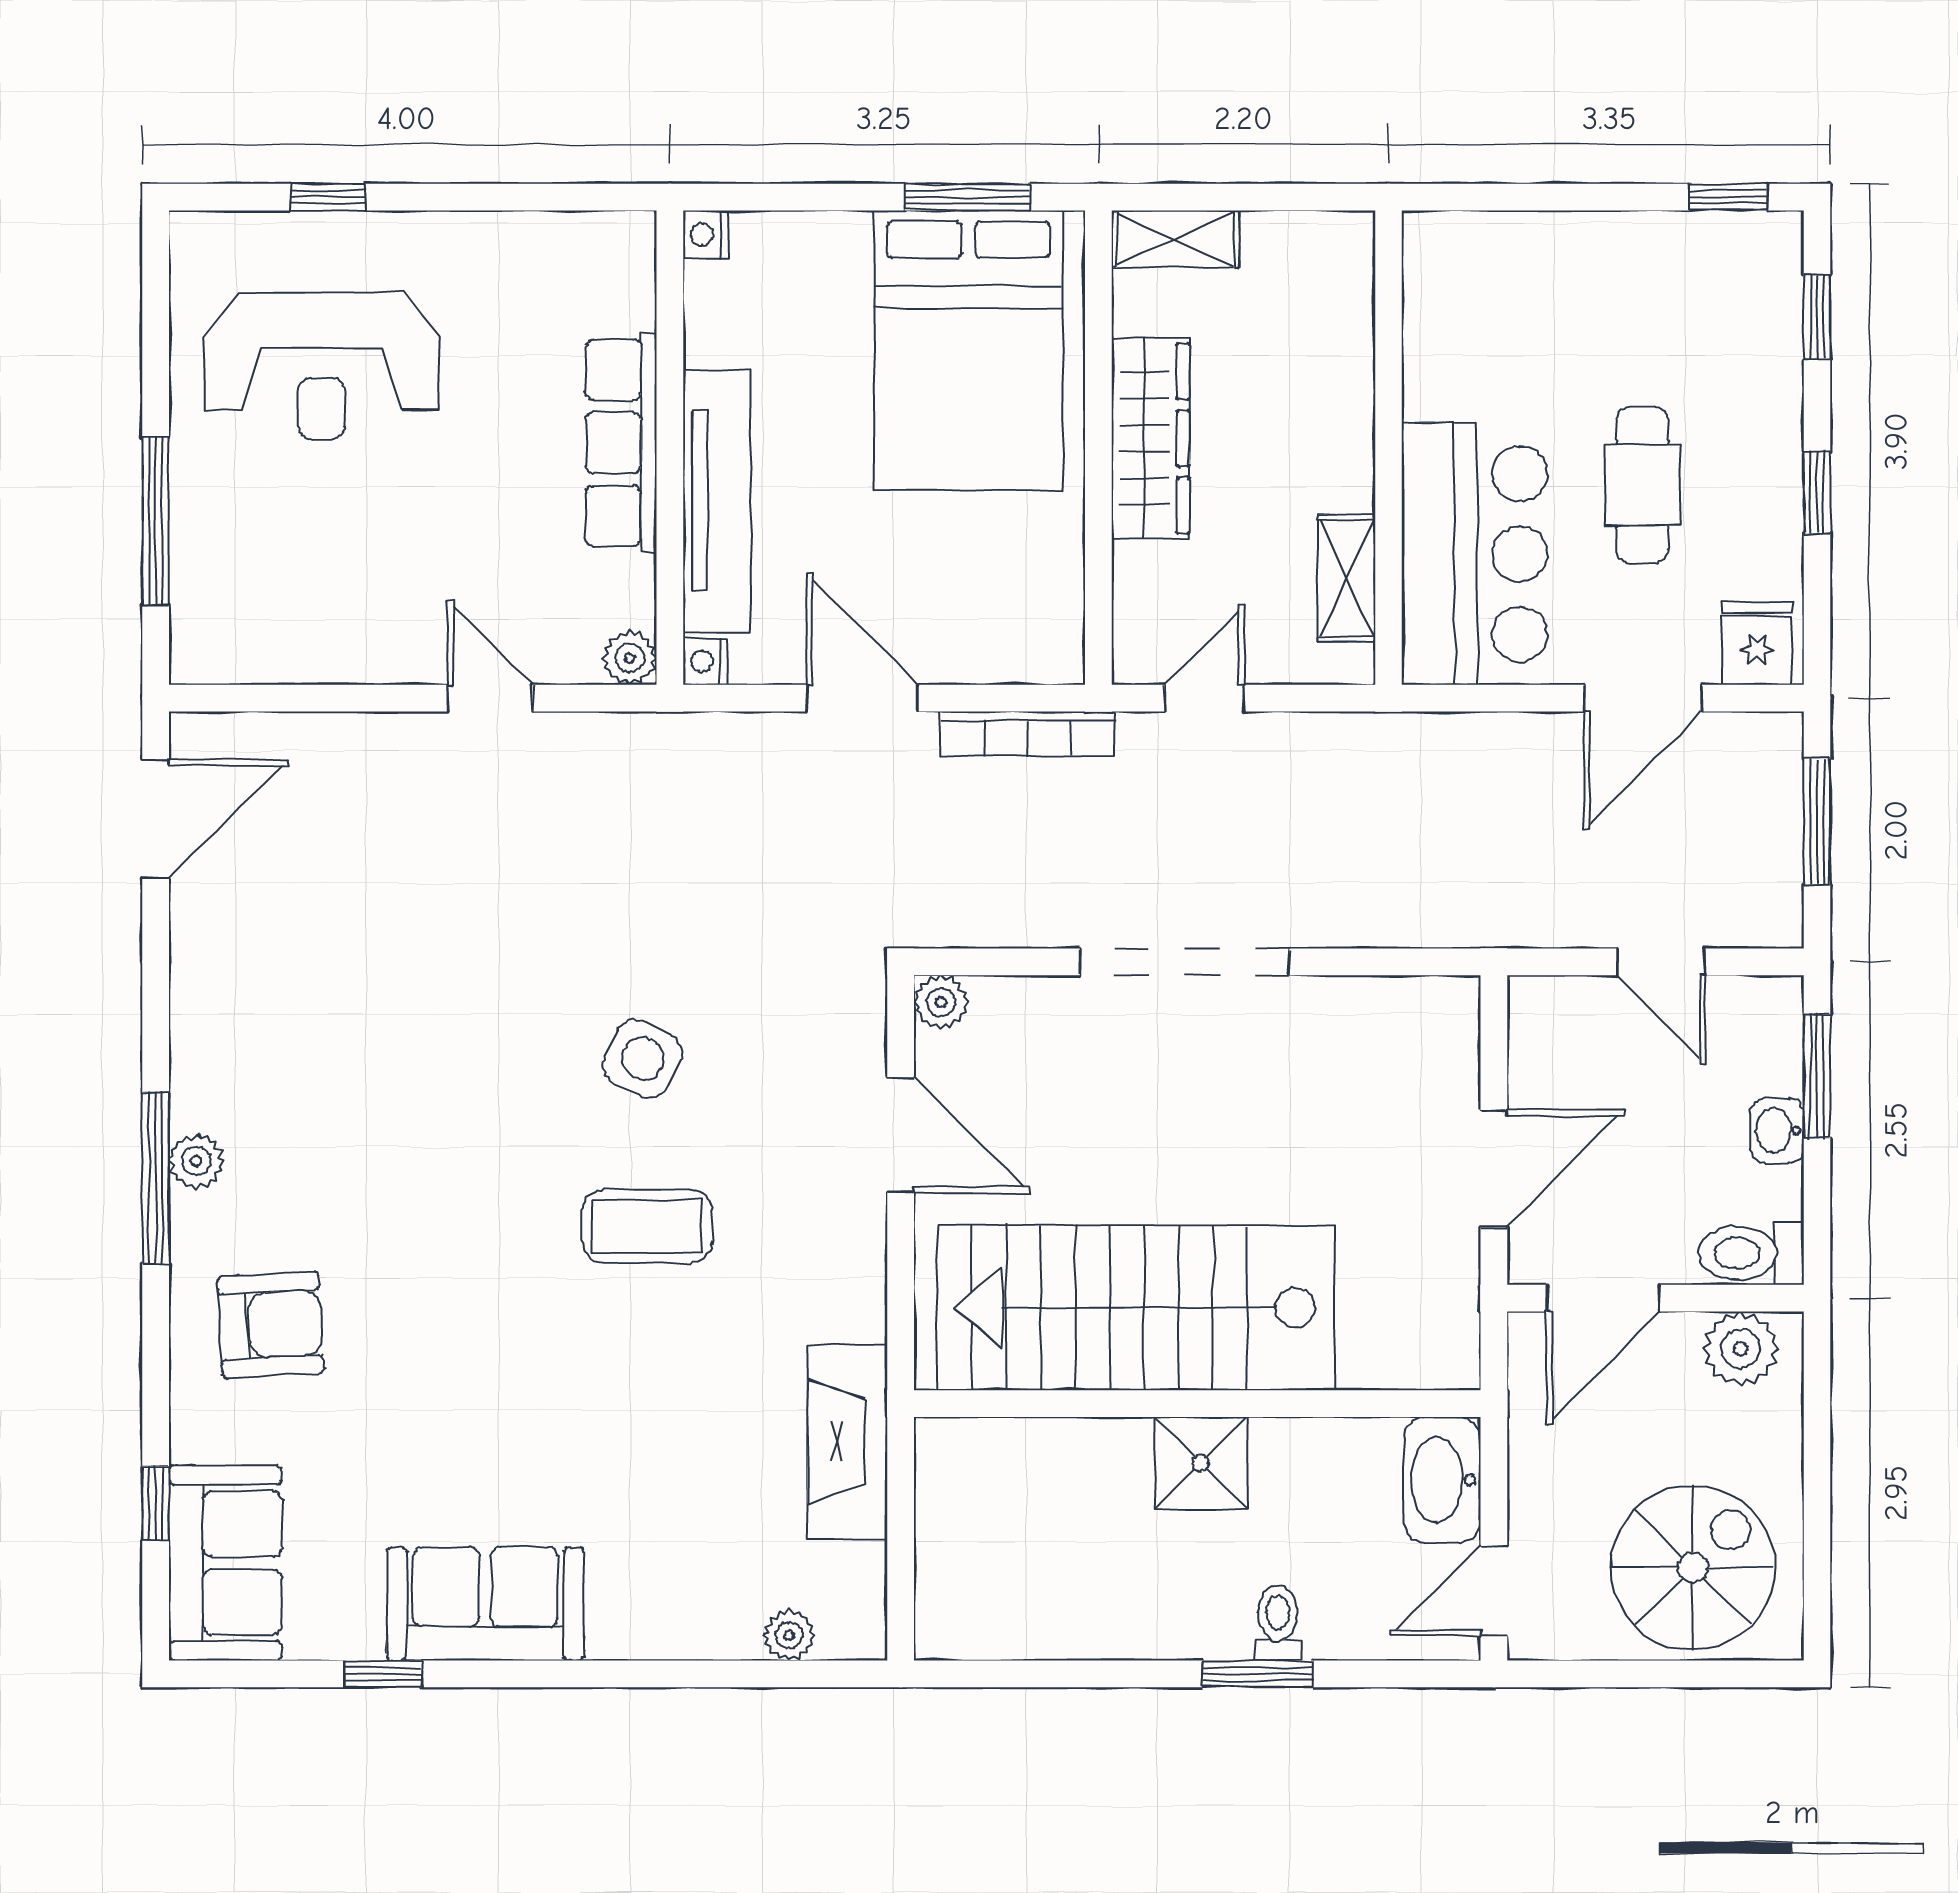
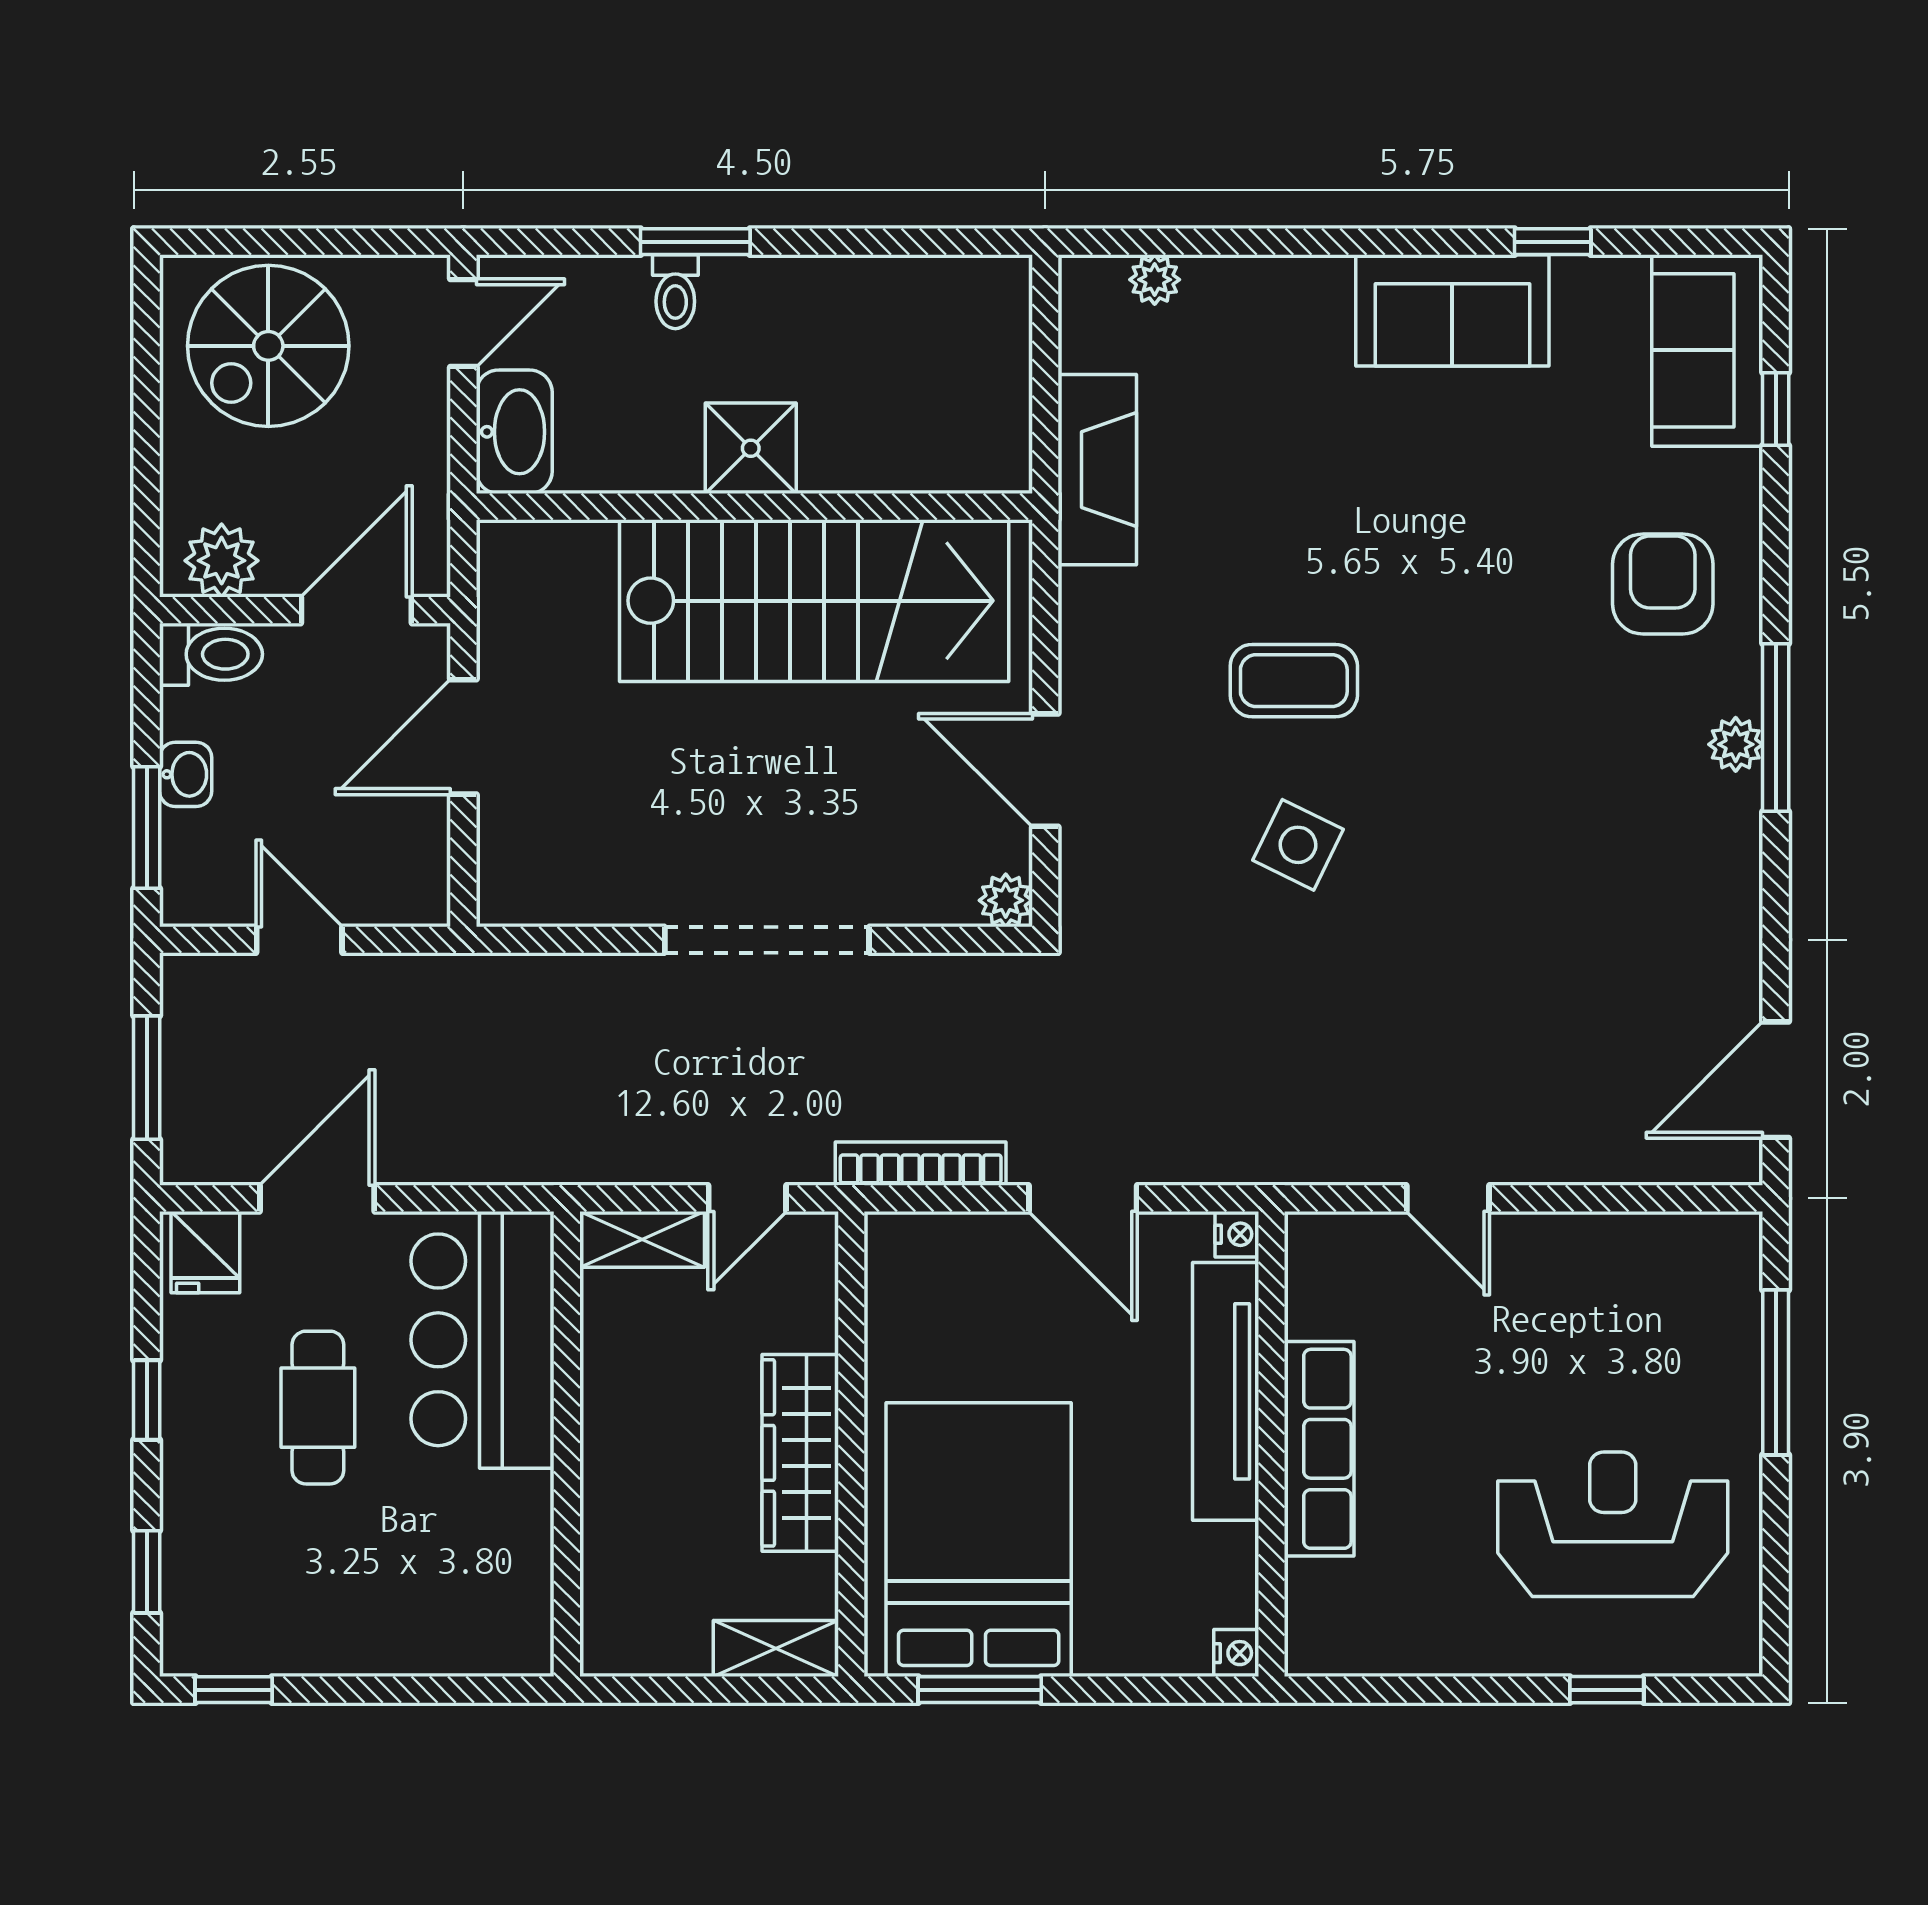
shelving: (1347, 578) -> (642, 1239), moved, turned 90
plant: (630, 658) -> (1311, 1238), removed
armchair: (271, 1325) -> (1663, 584), turned 93

